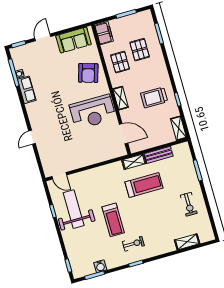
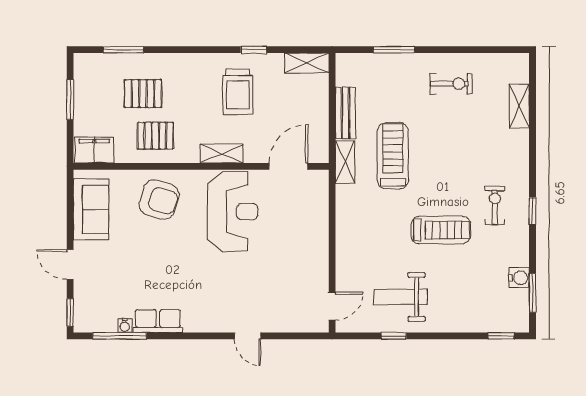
weight bench: (74, 209) -> (401, 297), width x0.73, depth x0.75

